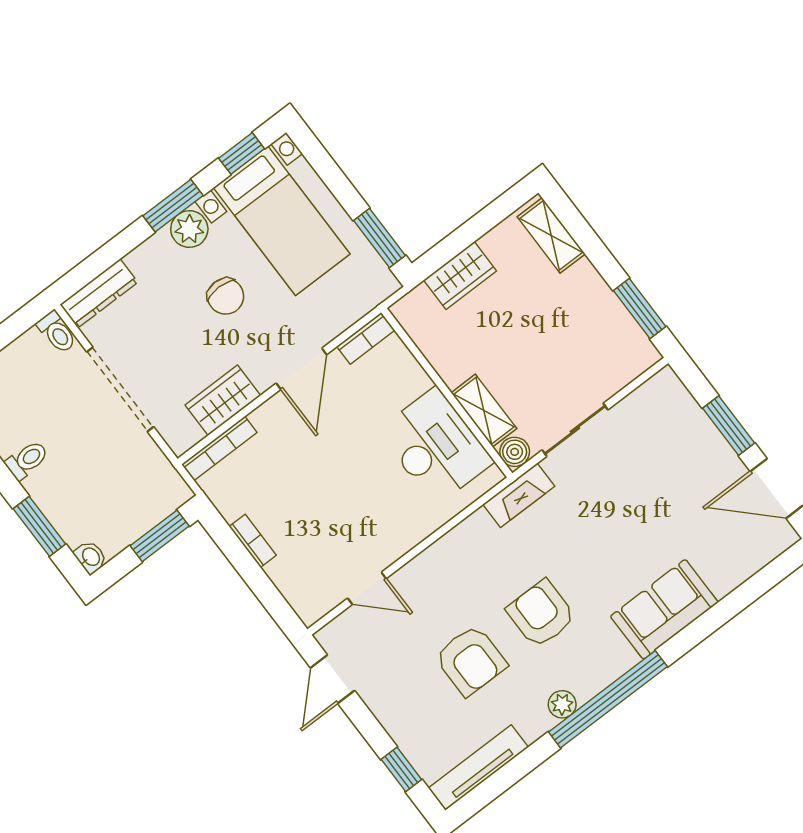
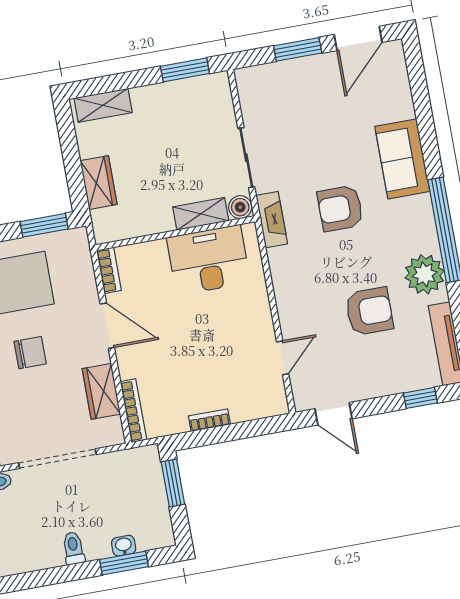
washbasin: (90, 557) -> (124, 546), moved
armchair: (541, 614) -> (340, 208), moved
plant: (562, 704) -> (425, 274), width x1.88, depth x1.88

